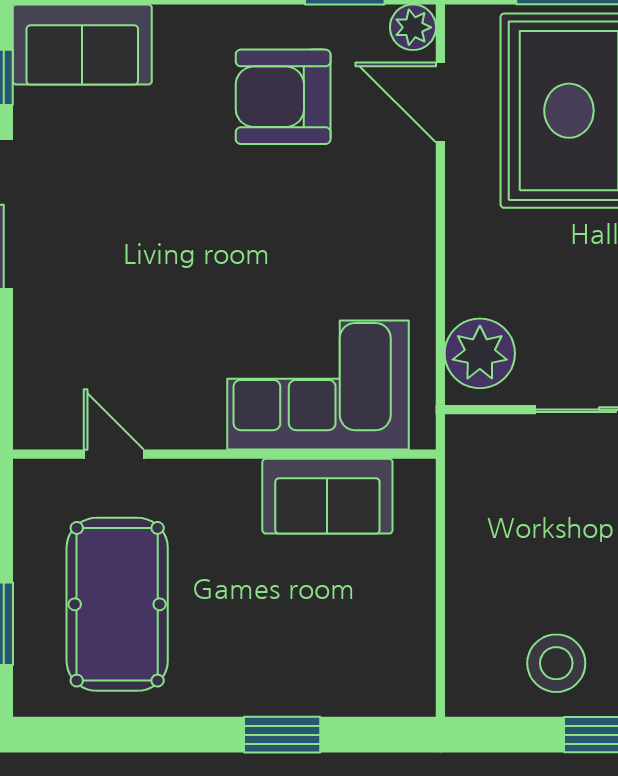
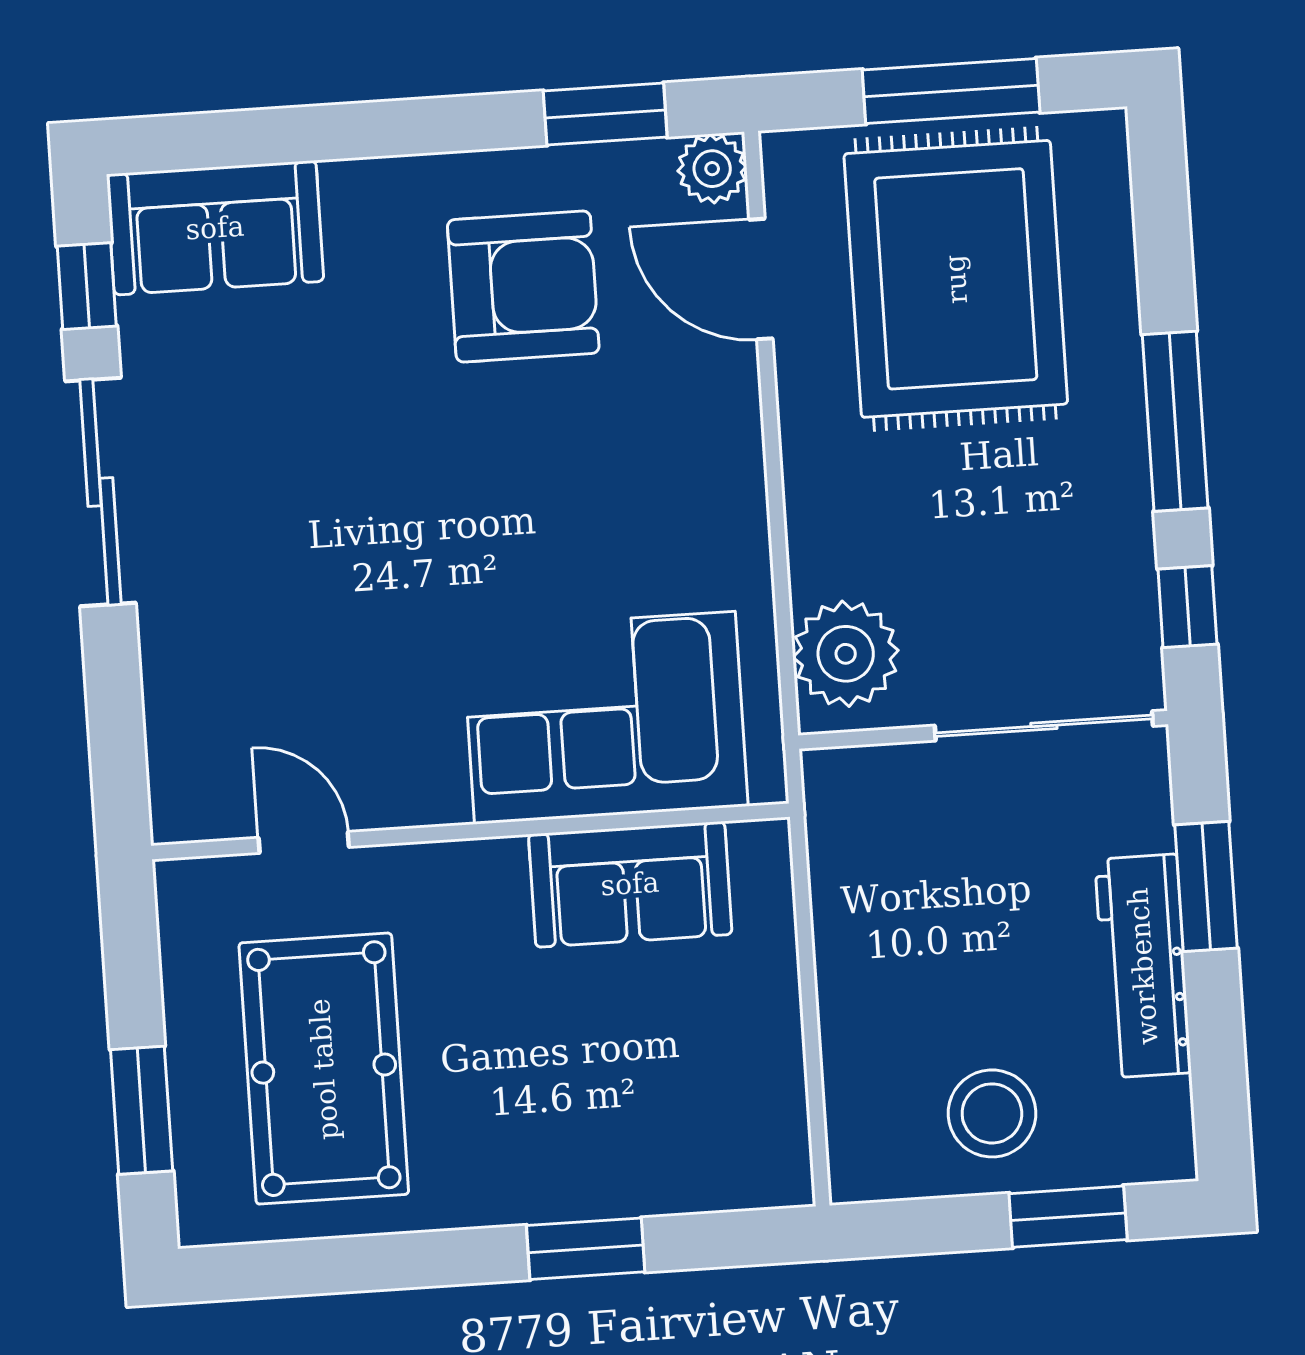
armchair: (283, 97) -> (523, 286), turned 180

